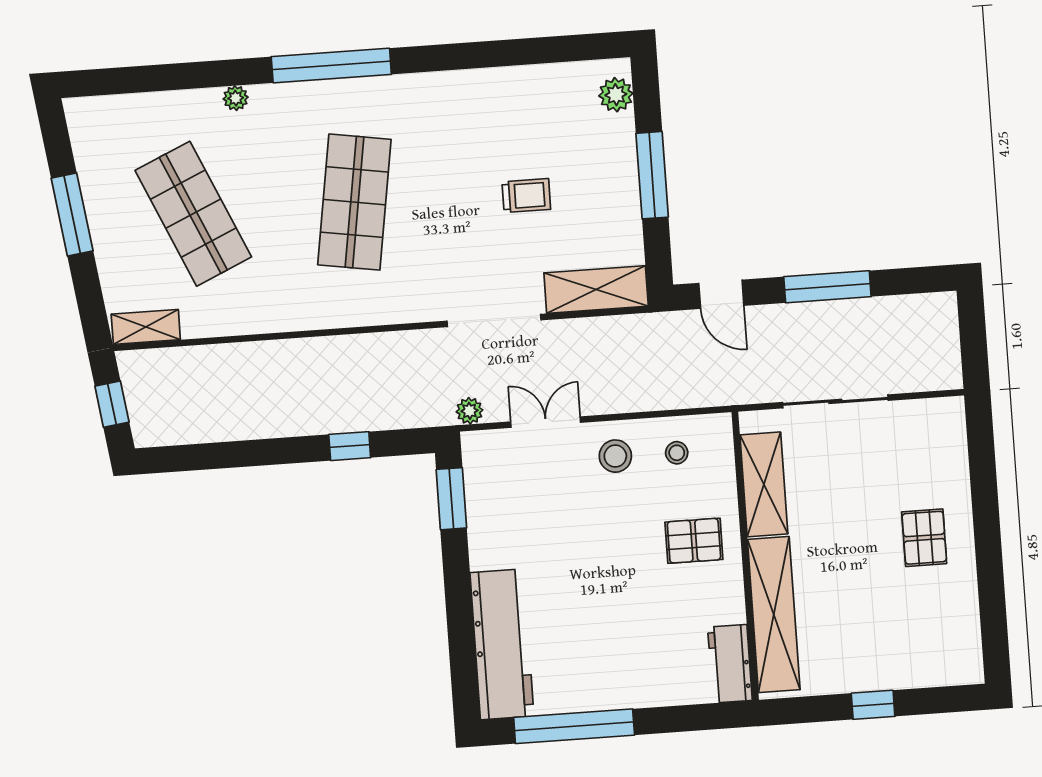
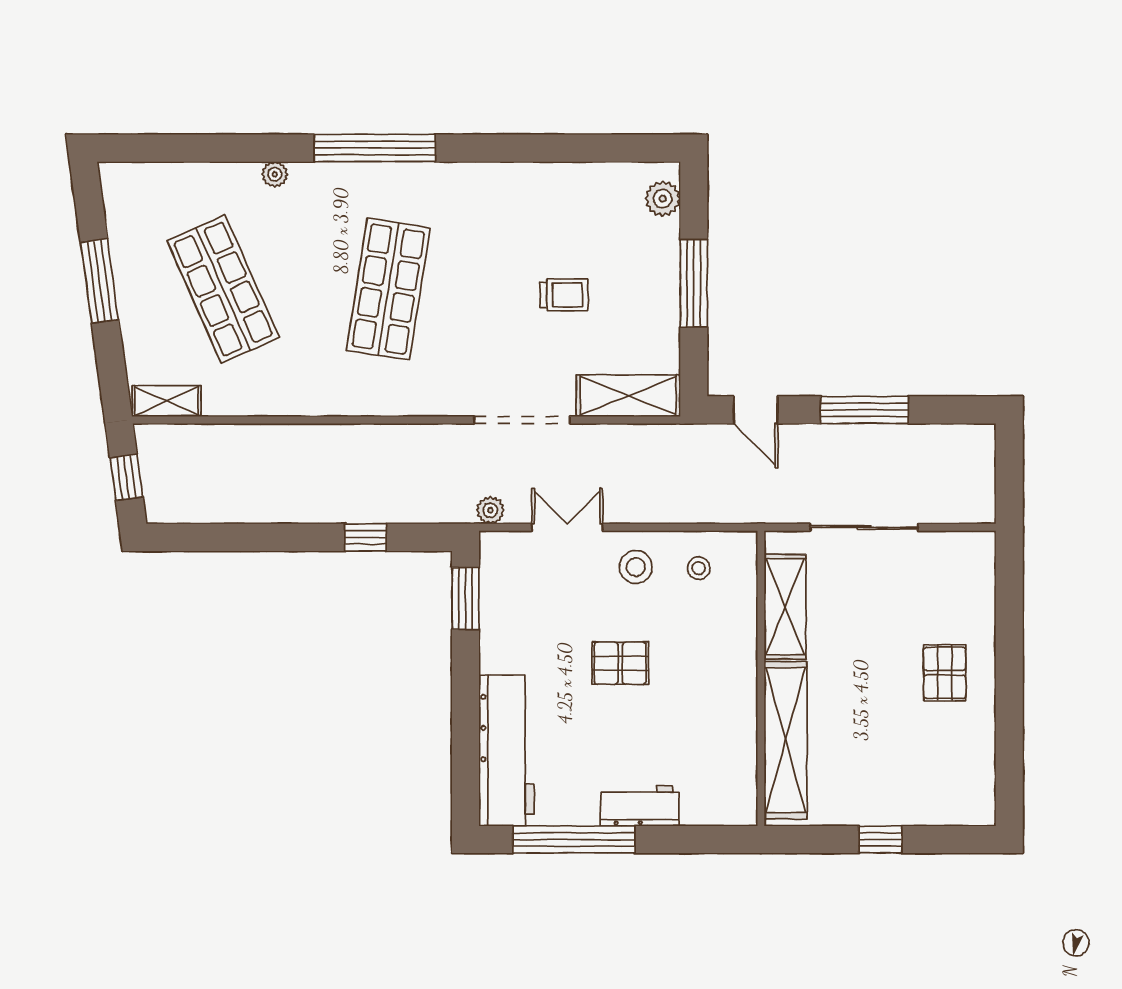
pallet: (694, 541) -> (620, 663), moved
workbench: (730, 664) -> (640, 806), moved, turned 90

